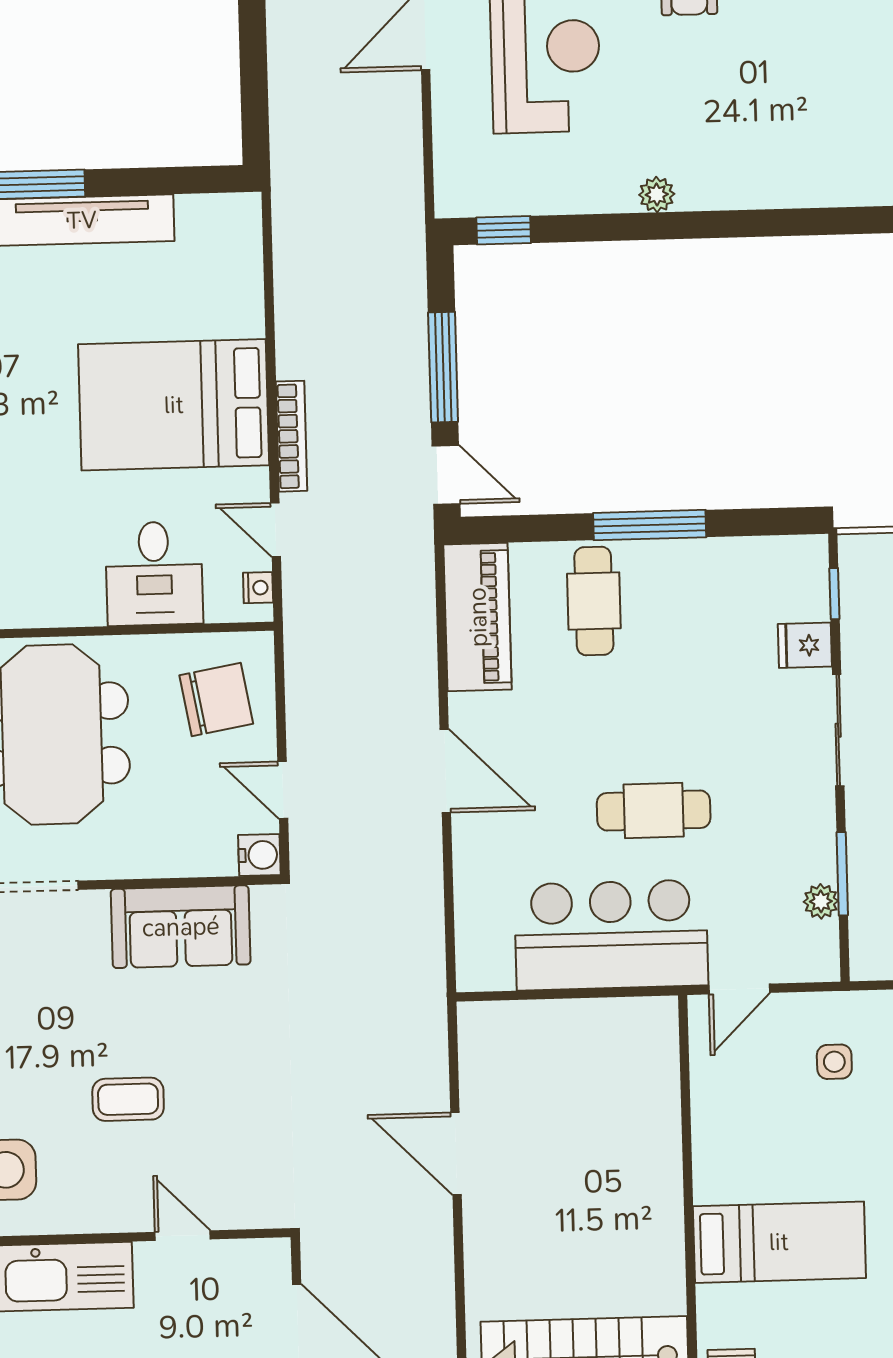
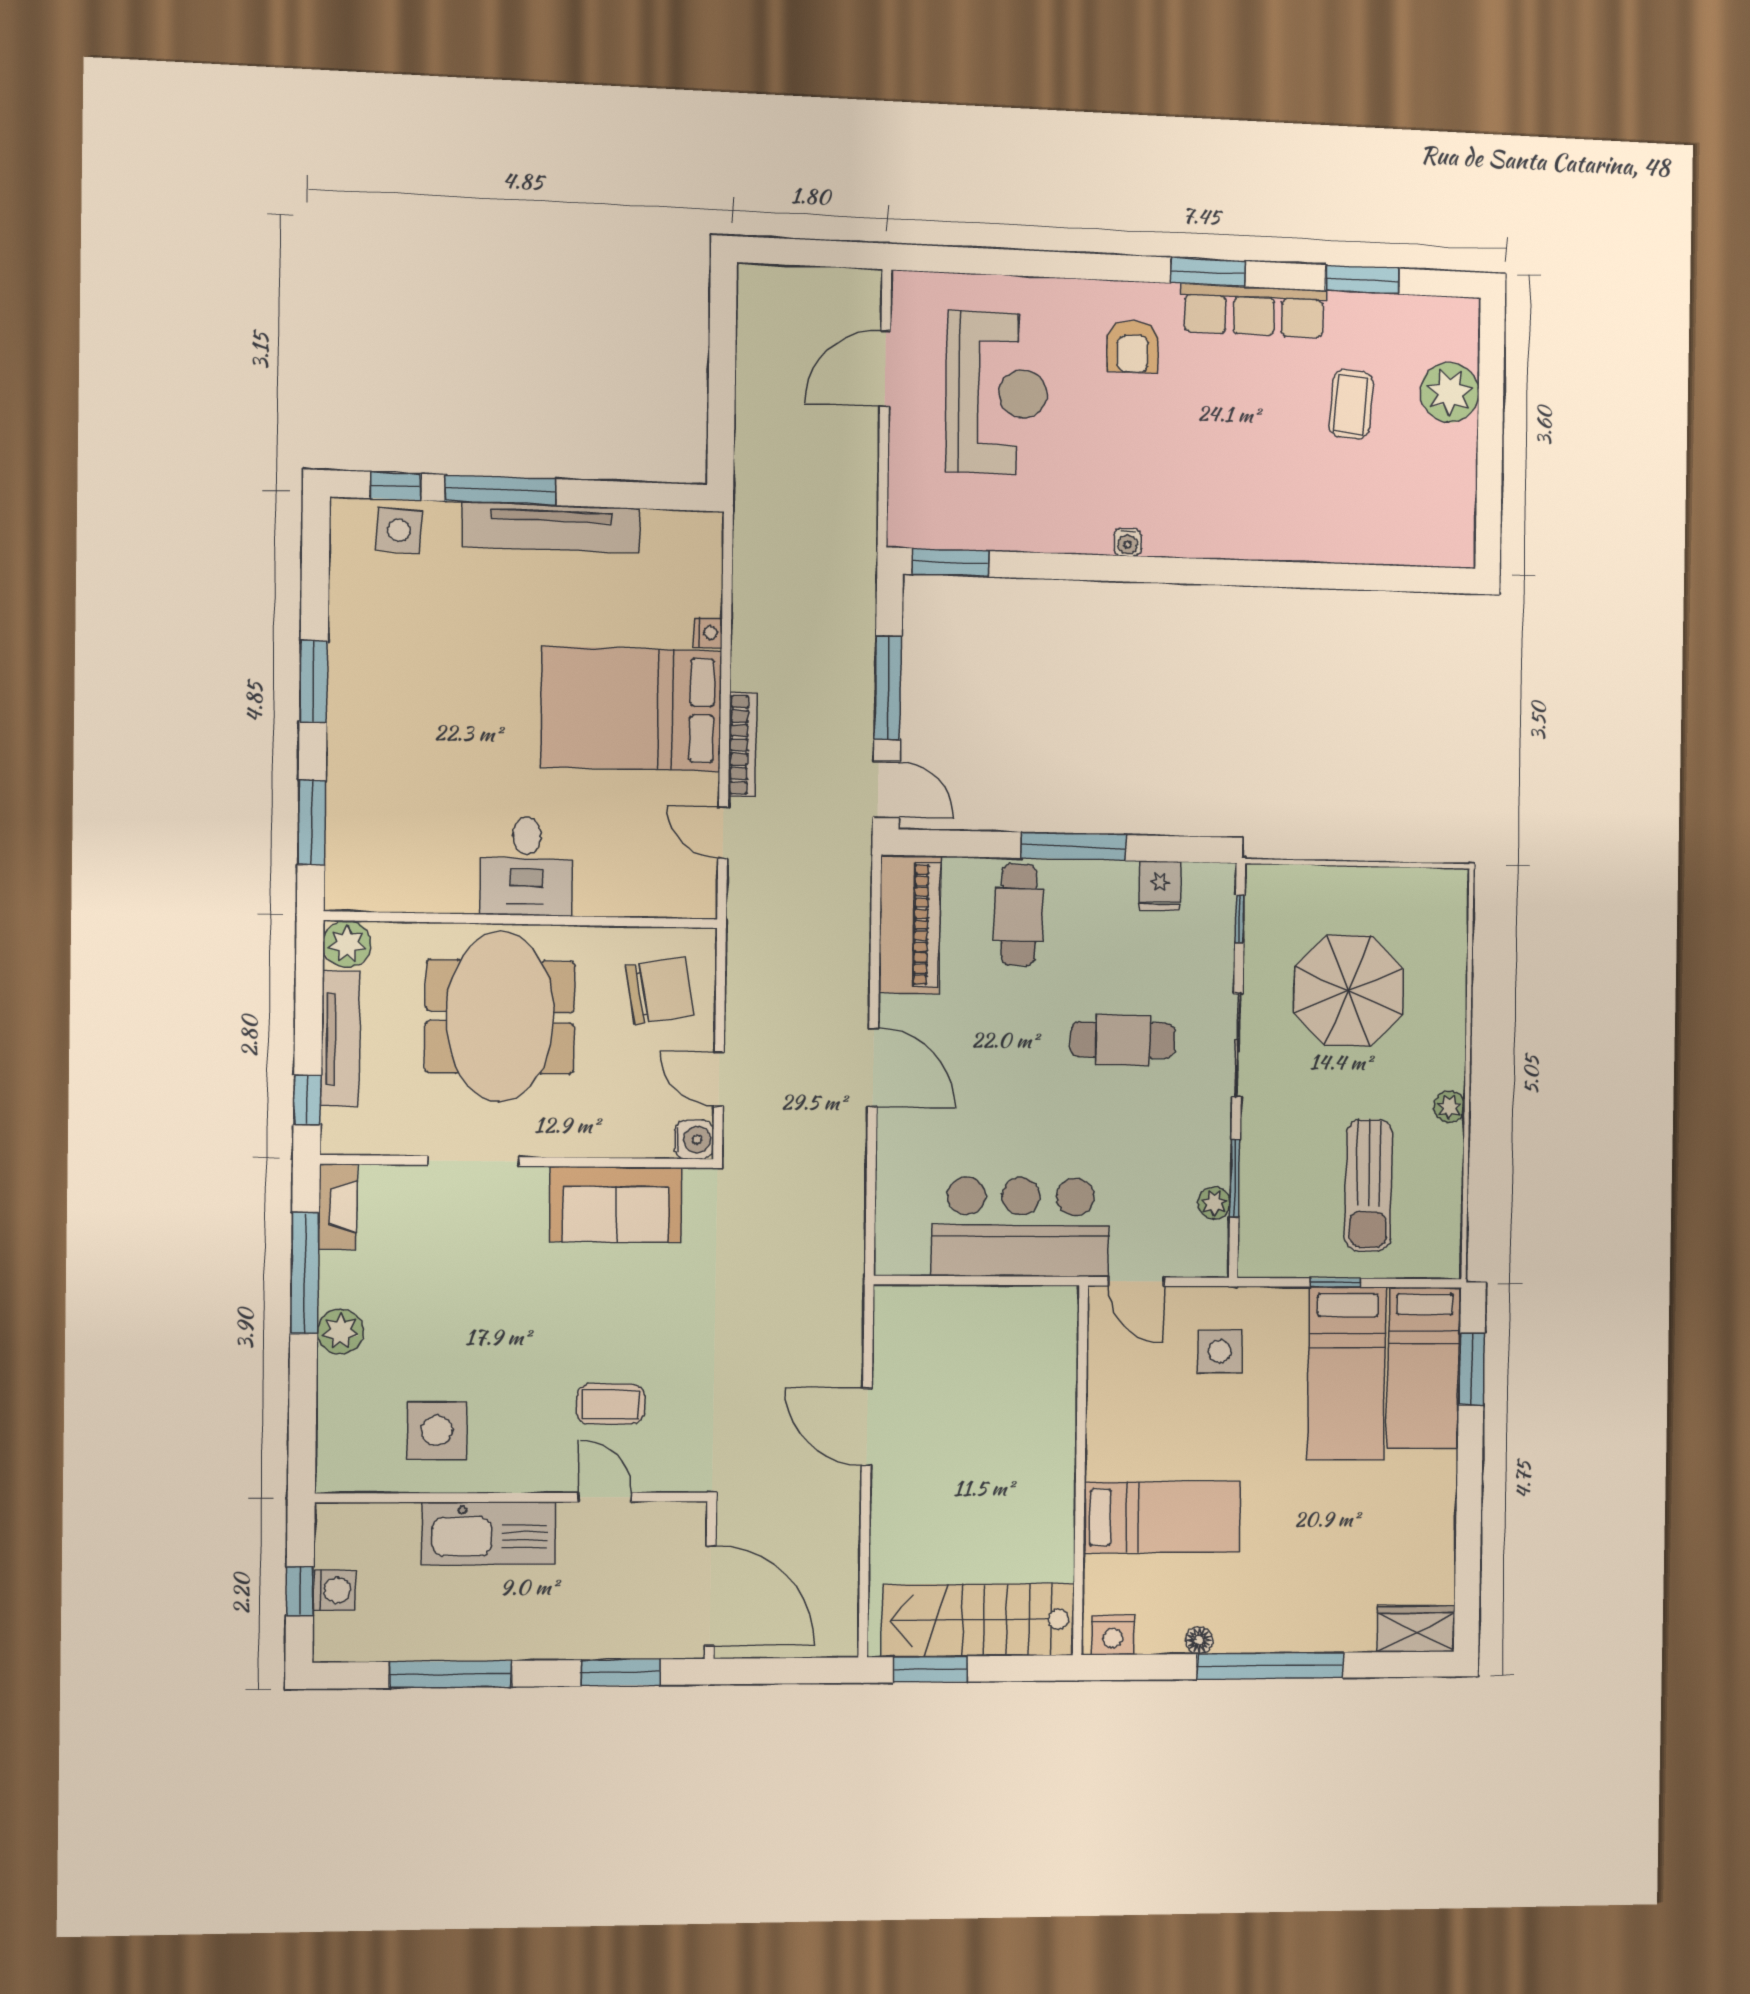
plant: (657, 194) -> (1094, 538), removed
water cooler: (693, 196) -> (1128, 542), added
window: (504, 230) -> (951, 563), width x1.50
desk: (154, 573) -> (526, 866), moved
nightstand: (258, 588) -> (708, 633), moved
fridge: (805, 645) -> (1160, 886), moved, turned -90
cafe table: (654, 810) -> (1123, 1040), moved
door: (739, 989) -> (1136, 1281), hinge flipped
side table: (834, 1062) -> (1220, 1352), width x1.37, depth x1.37
coffee table: (128, 1099) -> (611, 1404), moved

